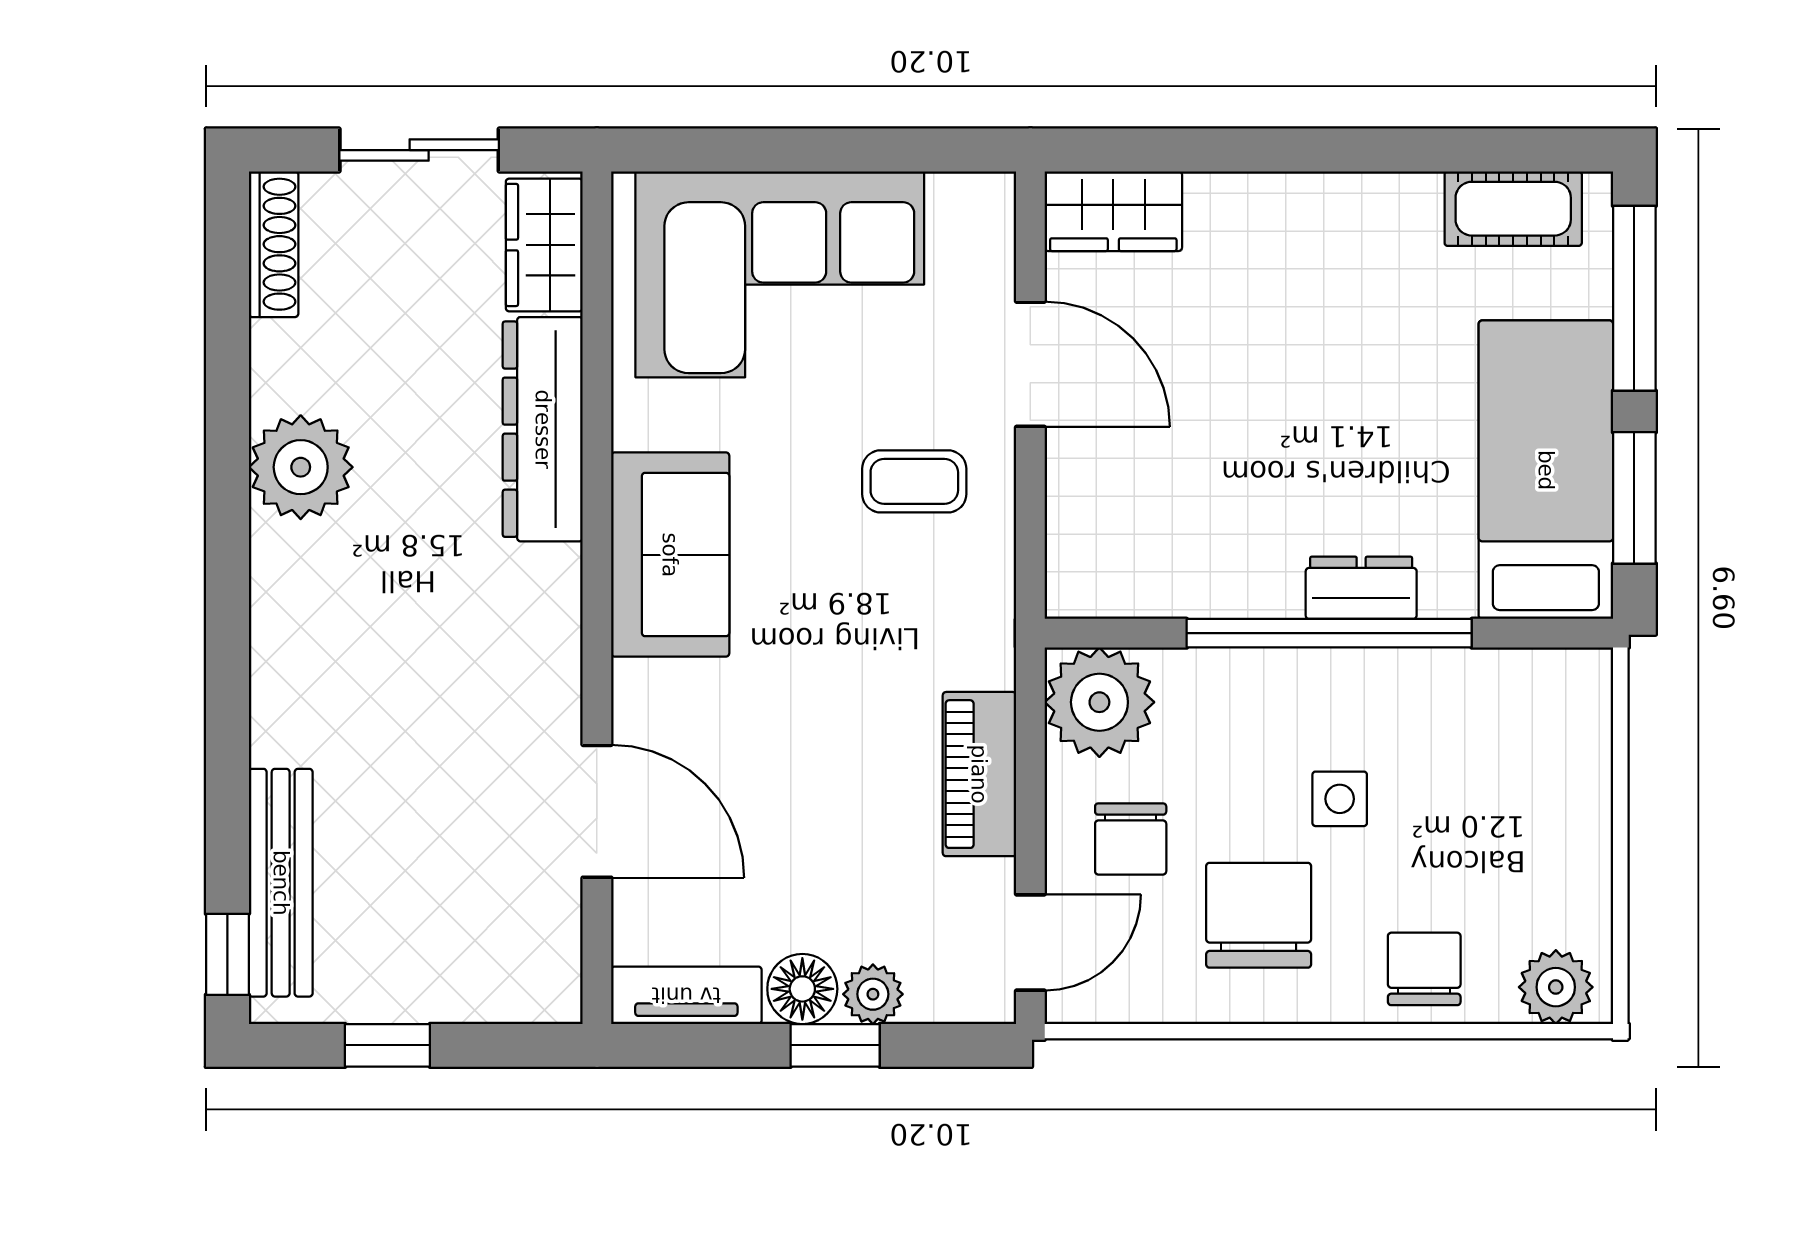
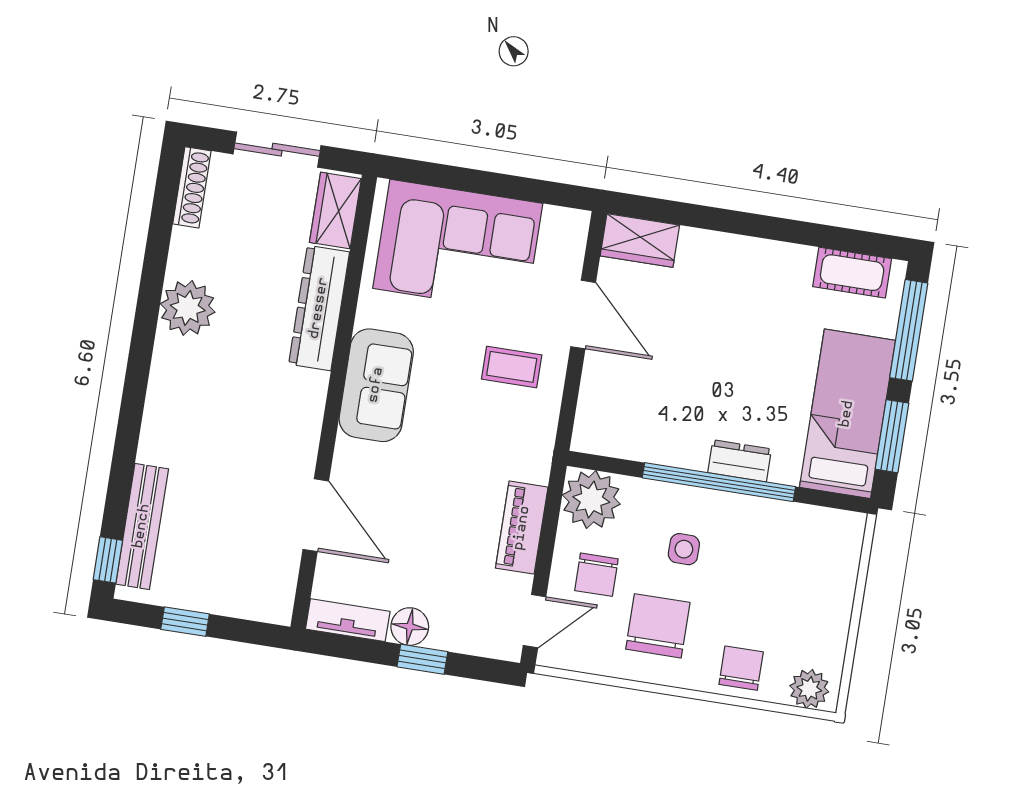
side table: (1340, 799) -> (684, 549), moved
plant: (873, 994) -> (447, 635), removed

